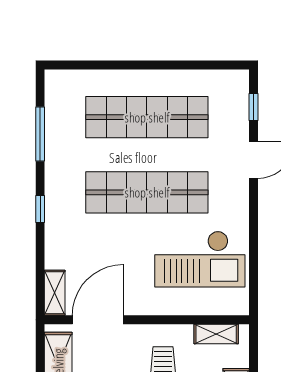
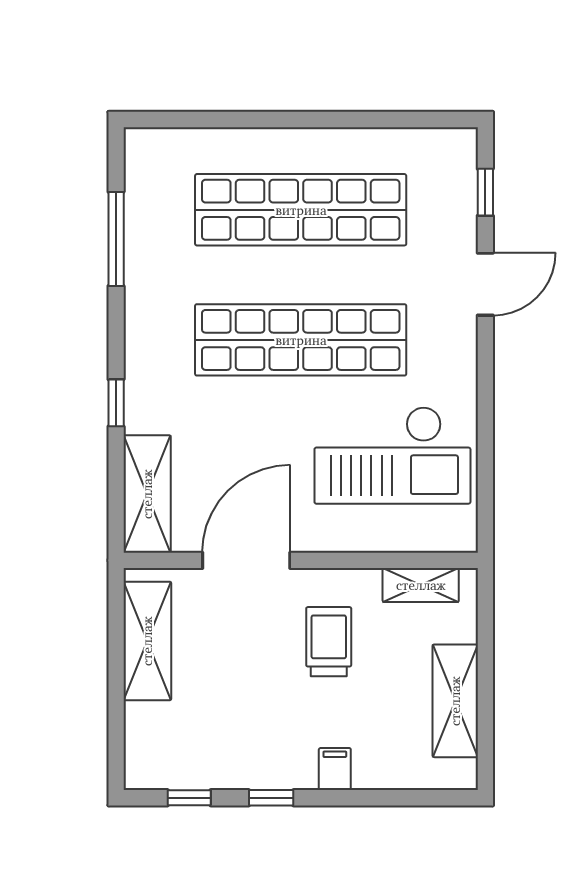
window: (40, 209) -> (116, 403), moved
shelving: (55, 293) -> (147, 494), width x1.50, depth x1.33
door: (98, 320) -> (246, 560), moved

